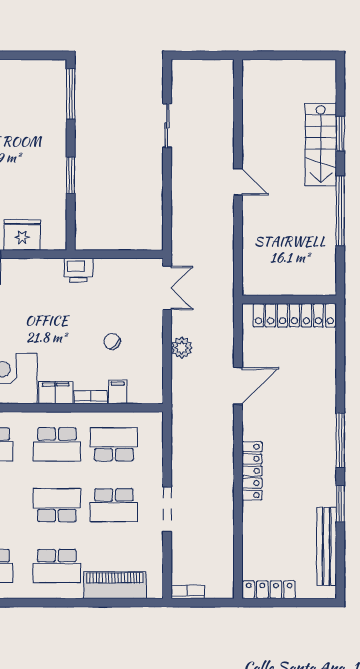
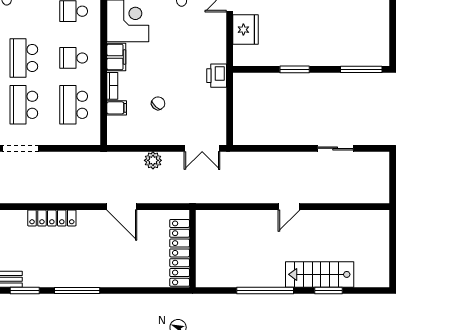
school desk: (57, 444) -> (74, 58), width x0.54
school desk: (114, 444) -> (74, 105), turned 180
school desk: (57, 505) -> (24, 58), turned 180

